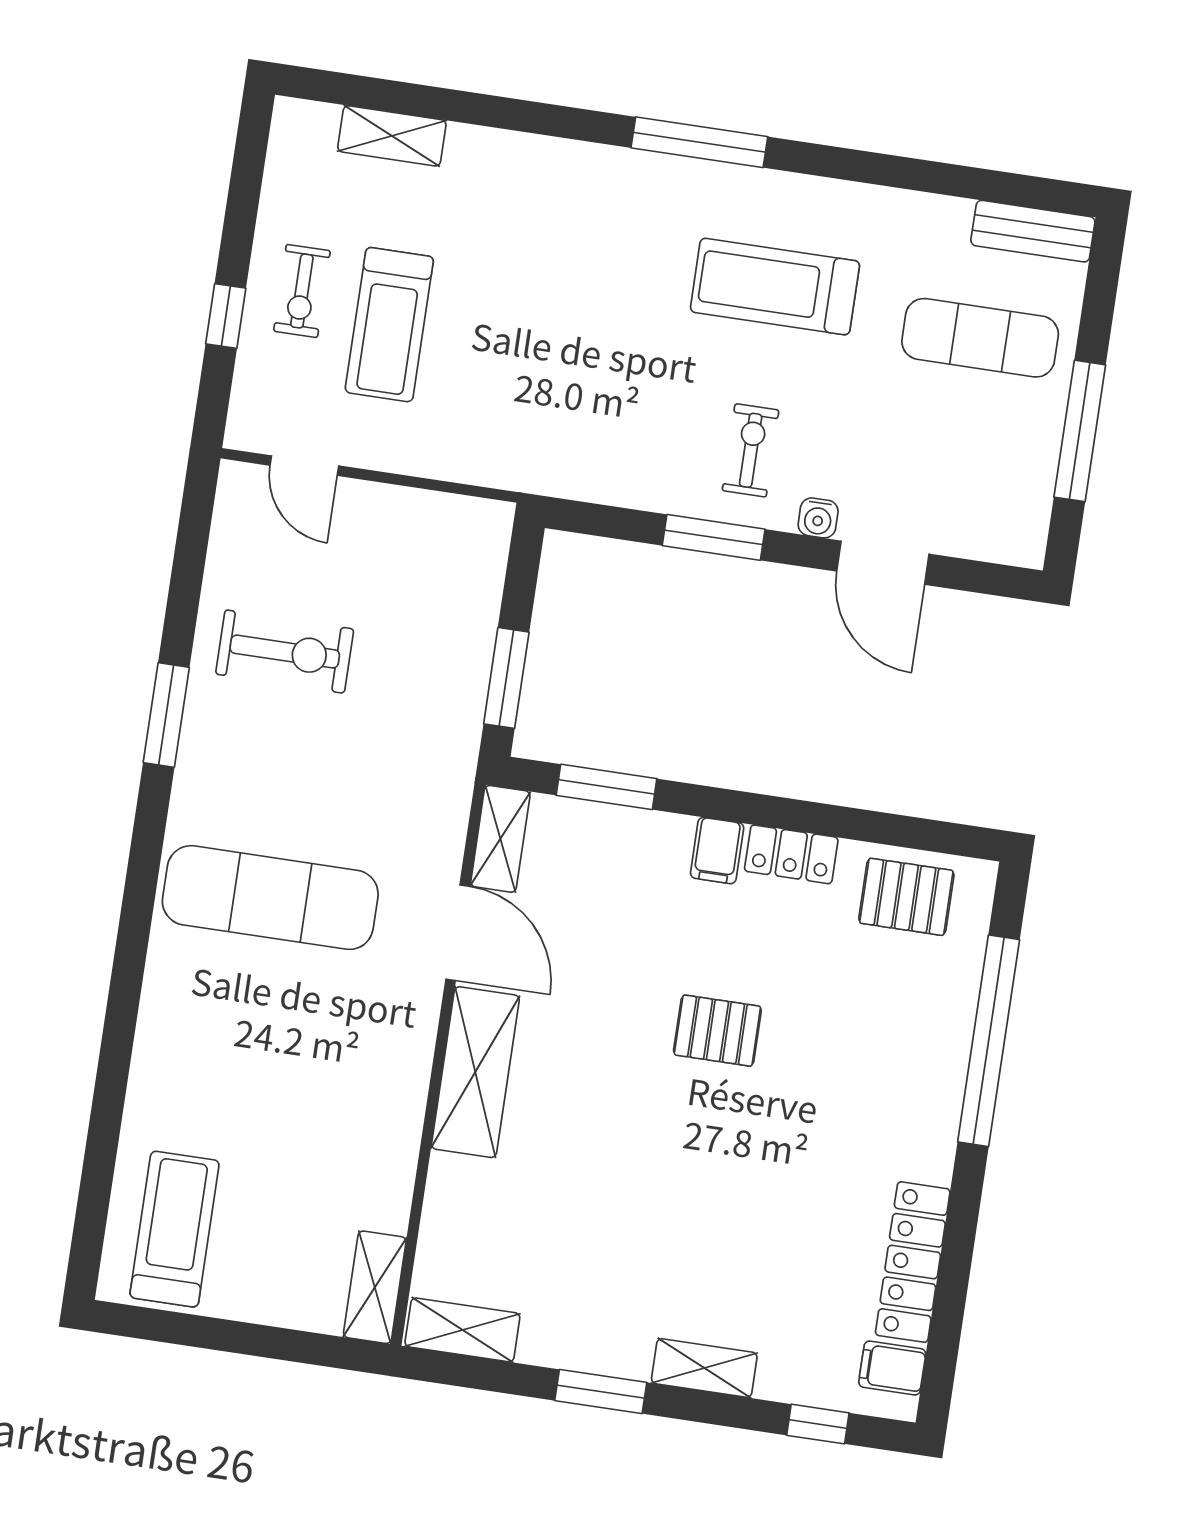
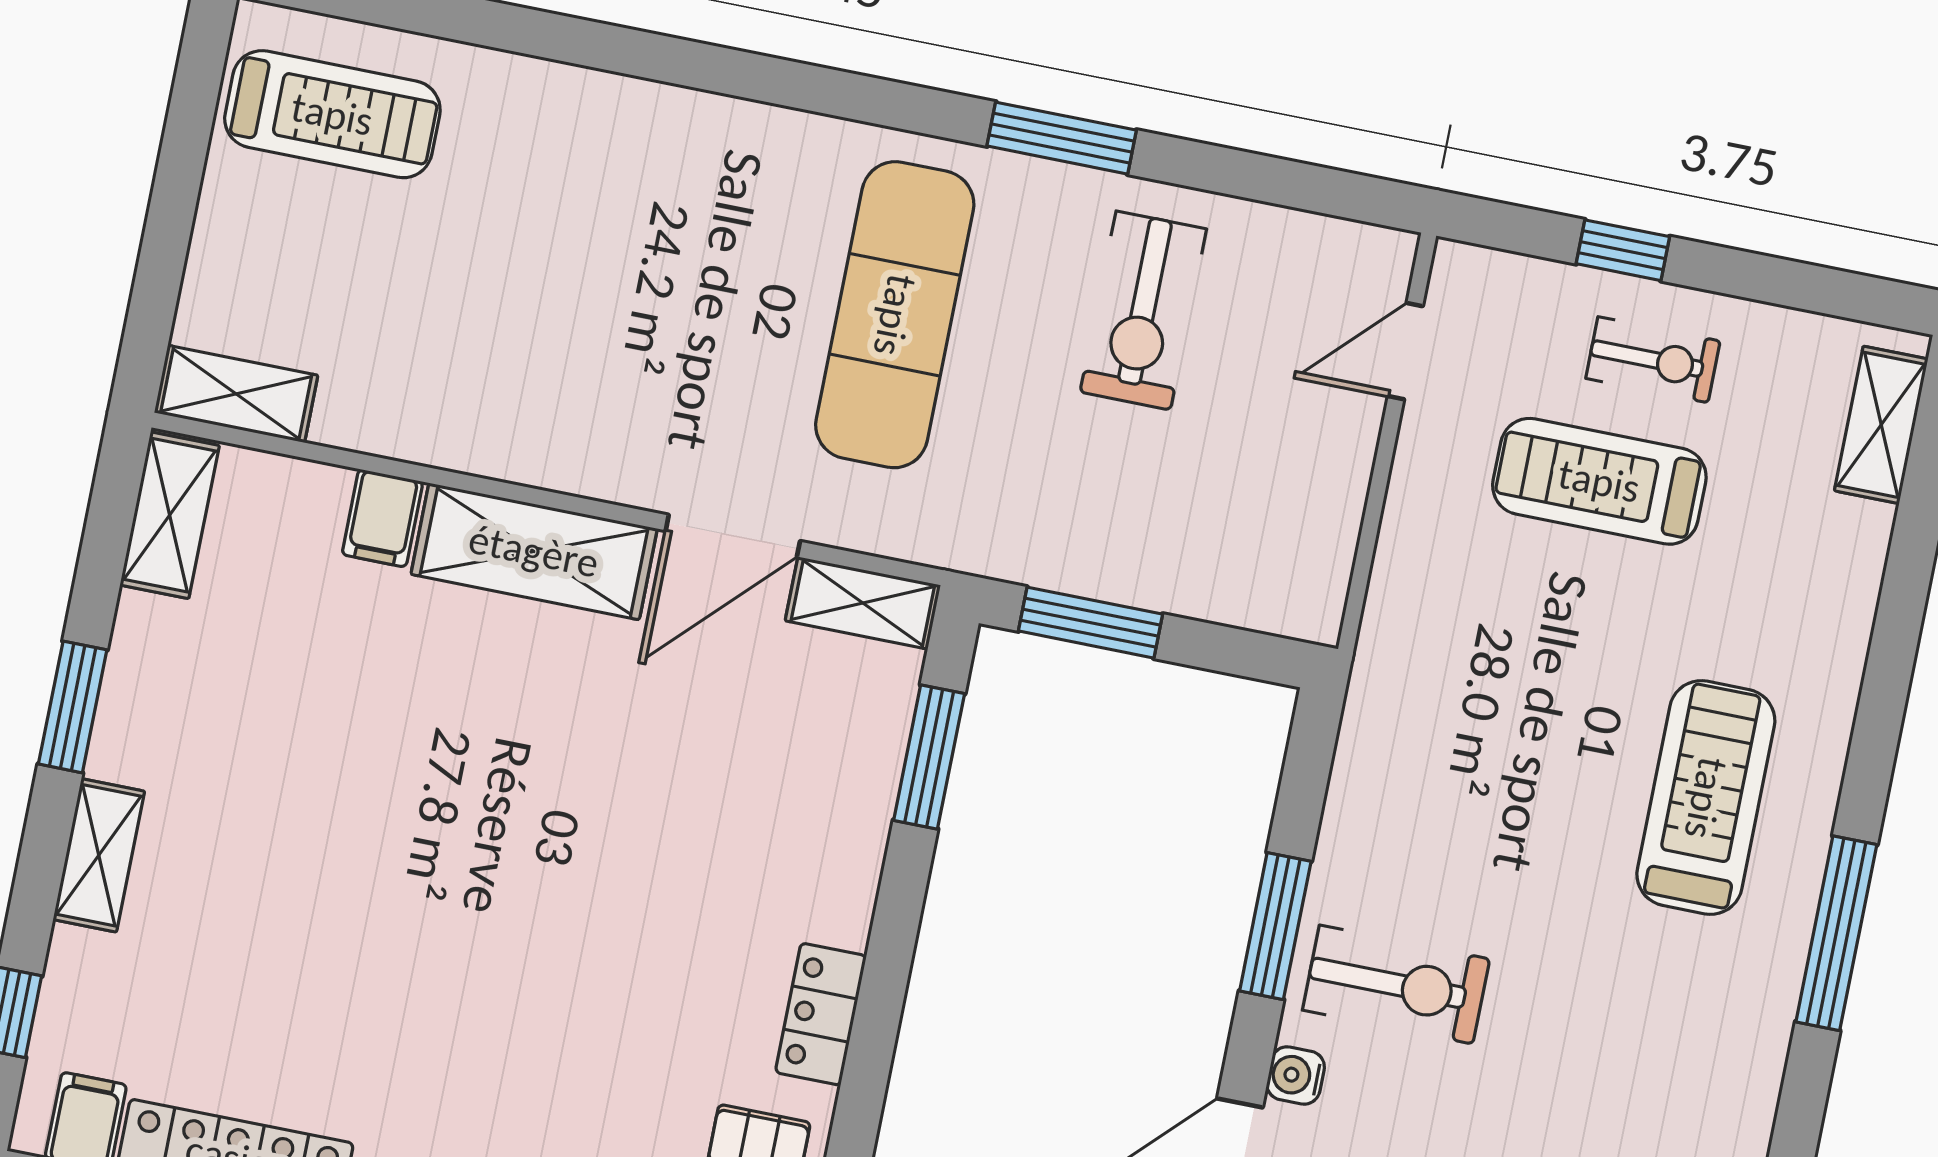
shelving: (392, 136) -> (1881, 425), moved
treadmill: (775, 287) -> (1706, 798), moved
exercise bike: (302, 291) -> (1653, 360), turned 180
exercise bike: (751, 450) -> (1396, 985), width x1.38, depth x1.39
filing cabinet: (717, 851) -> (382, 518), moved, turned -90
exercise mat: (270, 898) -> (895, 315), moved
pallet: (717, 1031) -> (576, 897), removed

